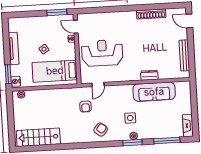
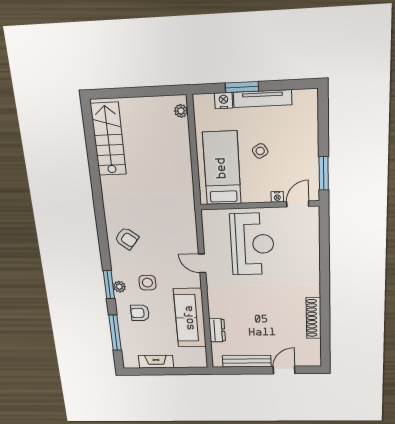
door: (189, 21) -> (284, 370), moved
window: (8, 74) -> (242, 87), moved
dresser: (149, 75) -> (217, 330), moved
nightstand: (16, 81) -> (224, 101), moved
door: (98, 85) -> (202, 263), moved
armchair: (86, 106) -> (140, 313), moved
fireplace: (188, 126) -> (156, 362), moved

